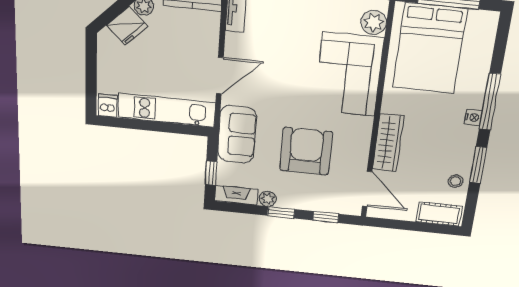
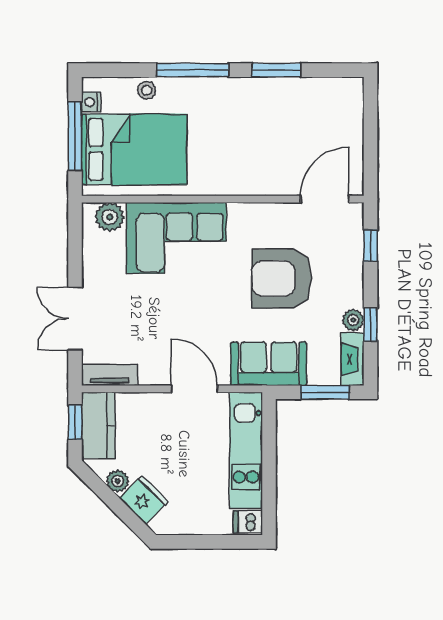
nightstand: (473, 117) -> (91, 102), moved, turned -90
wardrobe: (388, 143) -> (259, 181), removed
window: (211, 173) -> (325, 392), width x1.50
stool: (456, 181) -> (147, 90), moved
window: (281, 212) -> (371, 325), moved
cot: (439, 214) -> (349, 107), removed

